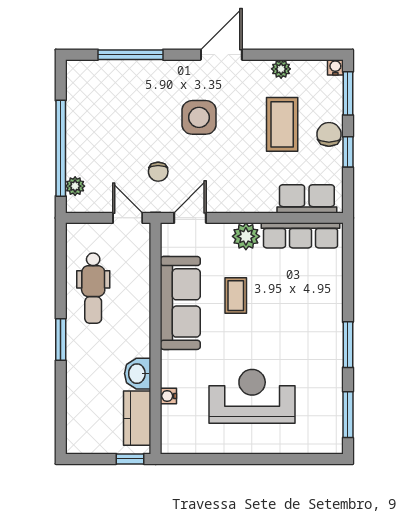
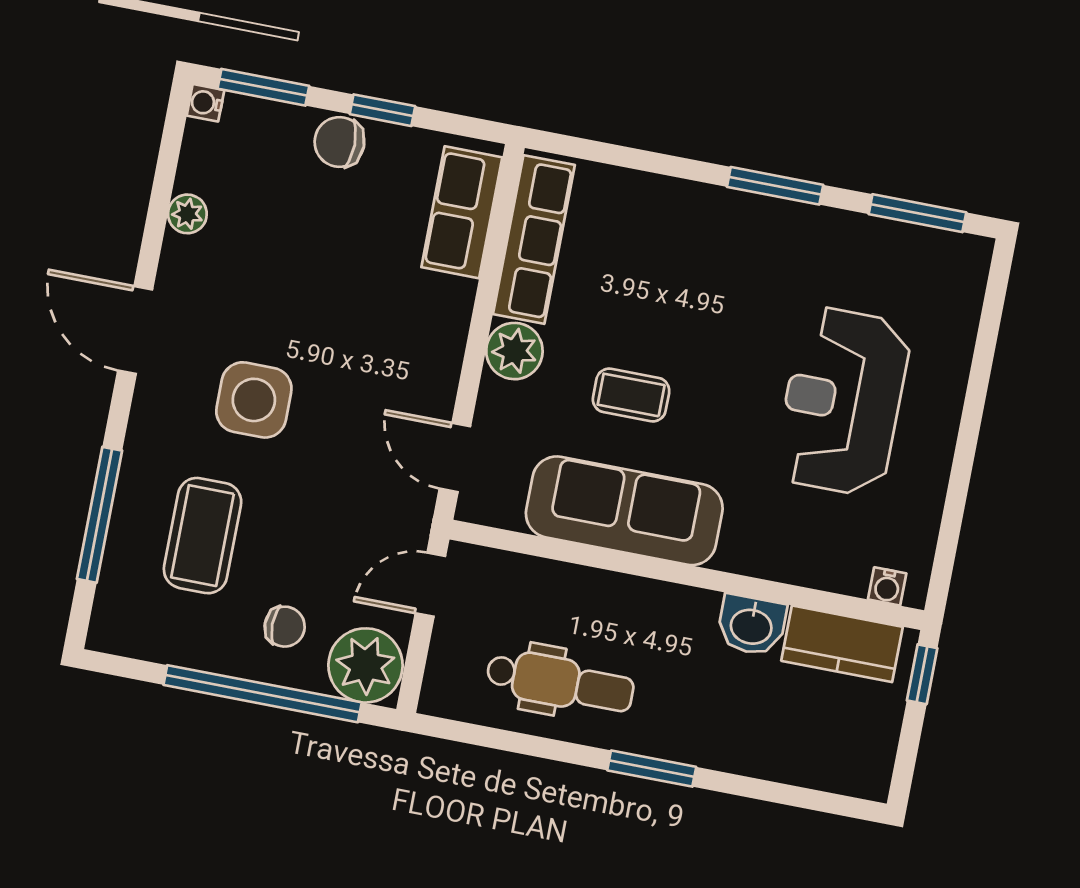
coffee table: (282, 124) -> (203, 536), moved, turned 90
chair: (158, 172) -> (285, 627), moved
plant: (75, 186) -> (365, 665), width x1.87, depth x1.87
water cooler: (168, 396) -> (887, 586), moved

